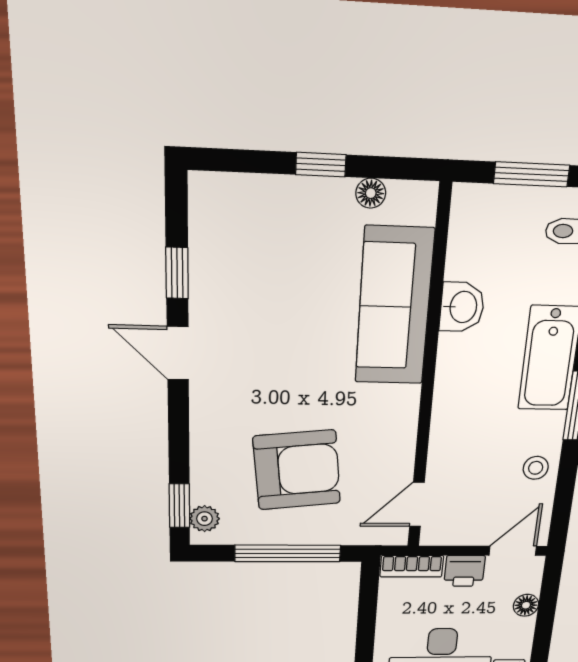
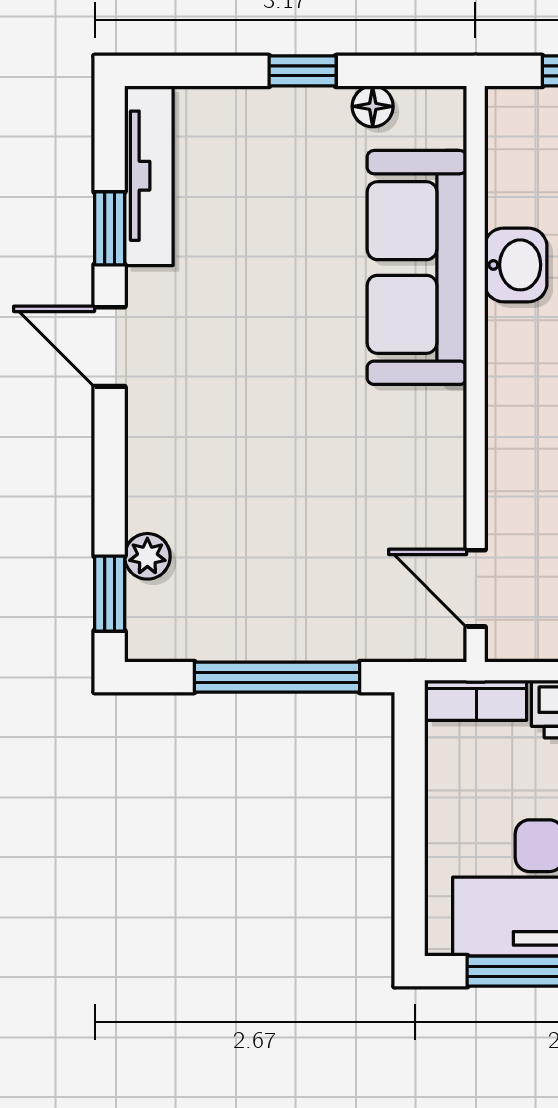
tv unit: (206, 237) -> (149, 176), added
armchair: (297, 470) -> (286, 531), removed
door: (417, 504) -> (476, 588), hinge flipped
plant: (205, 519) -> (147, 556), moved

